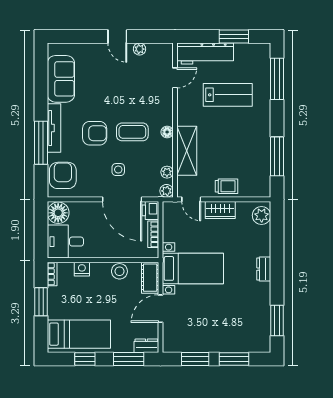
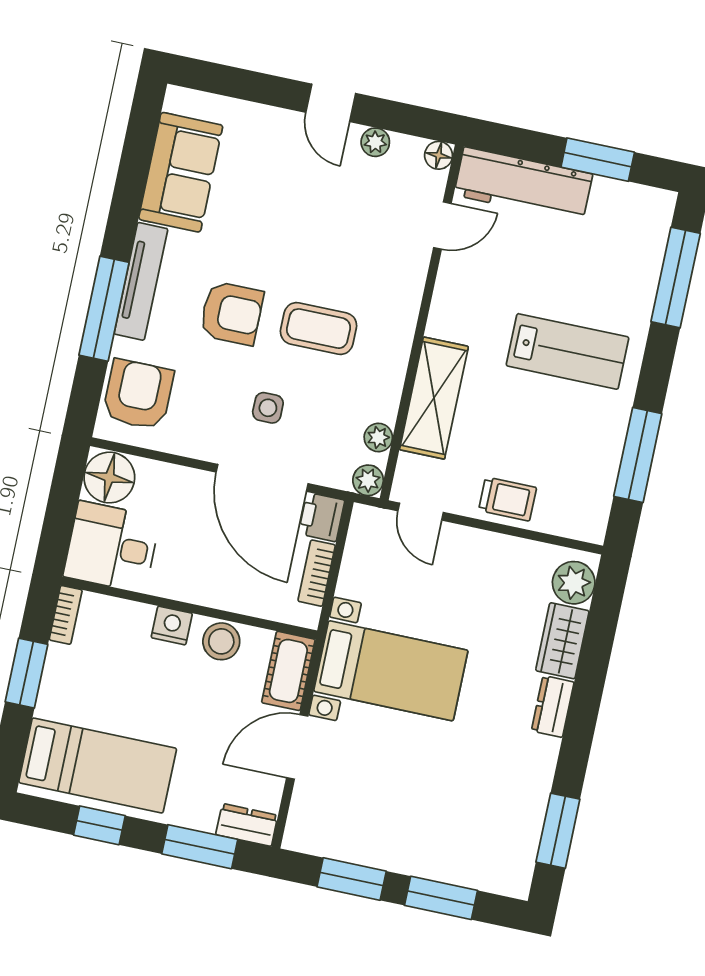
lab bench: (228, 95) -> (568, 351), moved
floor lamp: (167, 132) -> (439, 155), moved
wardrobe: (220, 210) -> (562, 641), moved, turned 90
nightstand: (82, 269) -> (172, 625), moved

